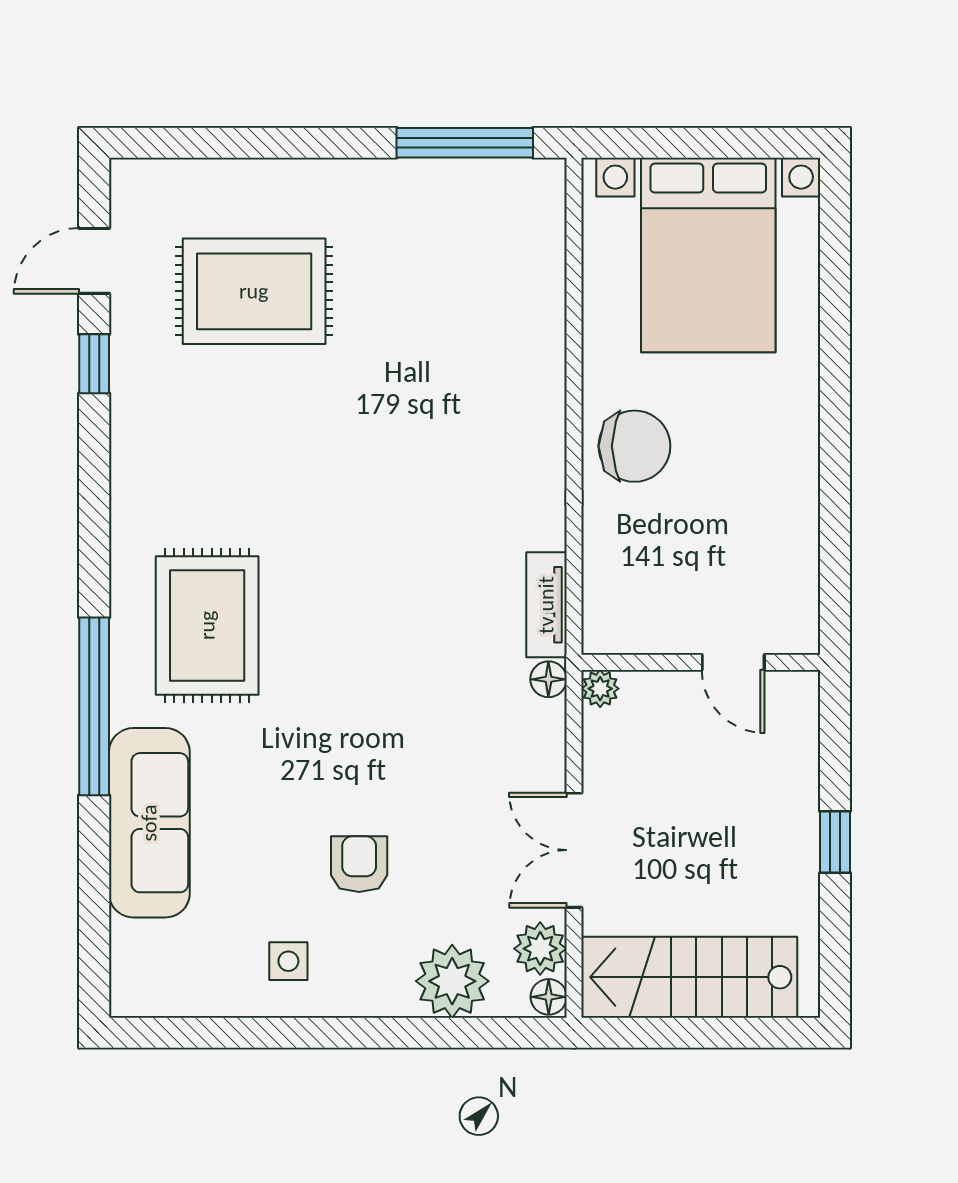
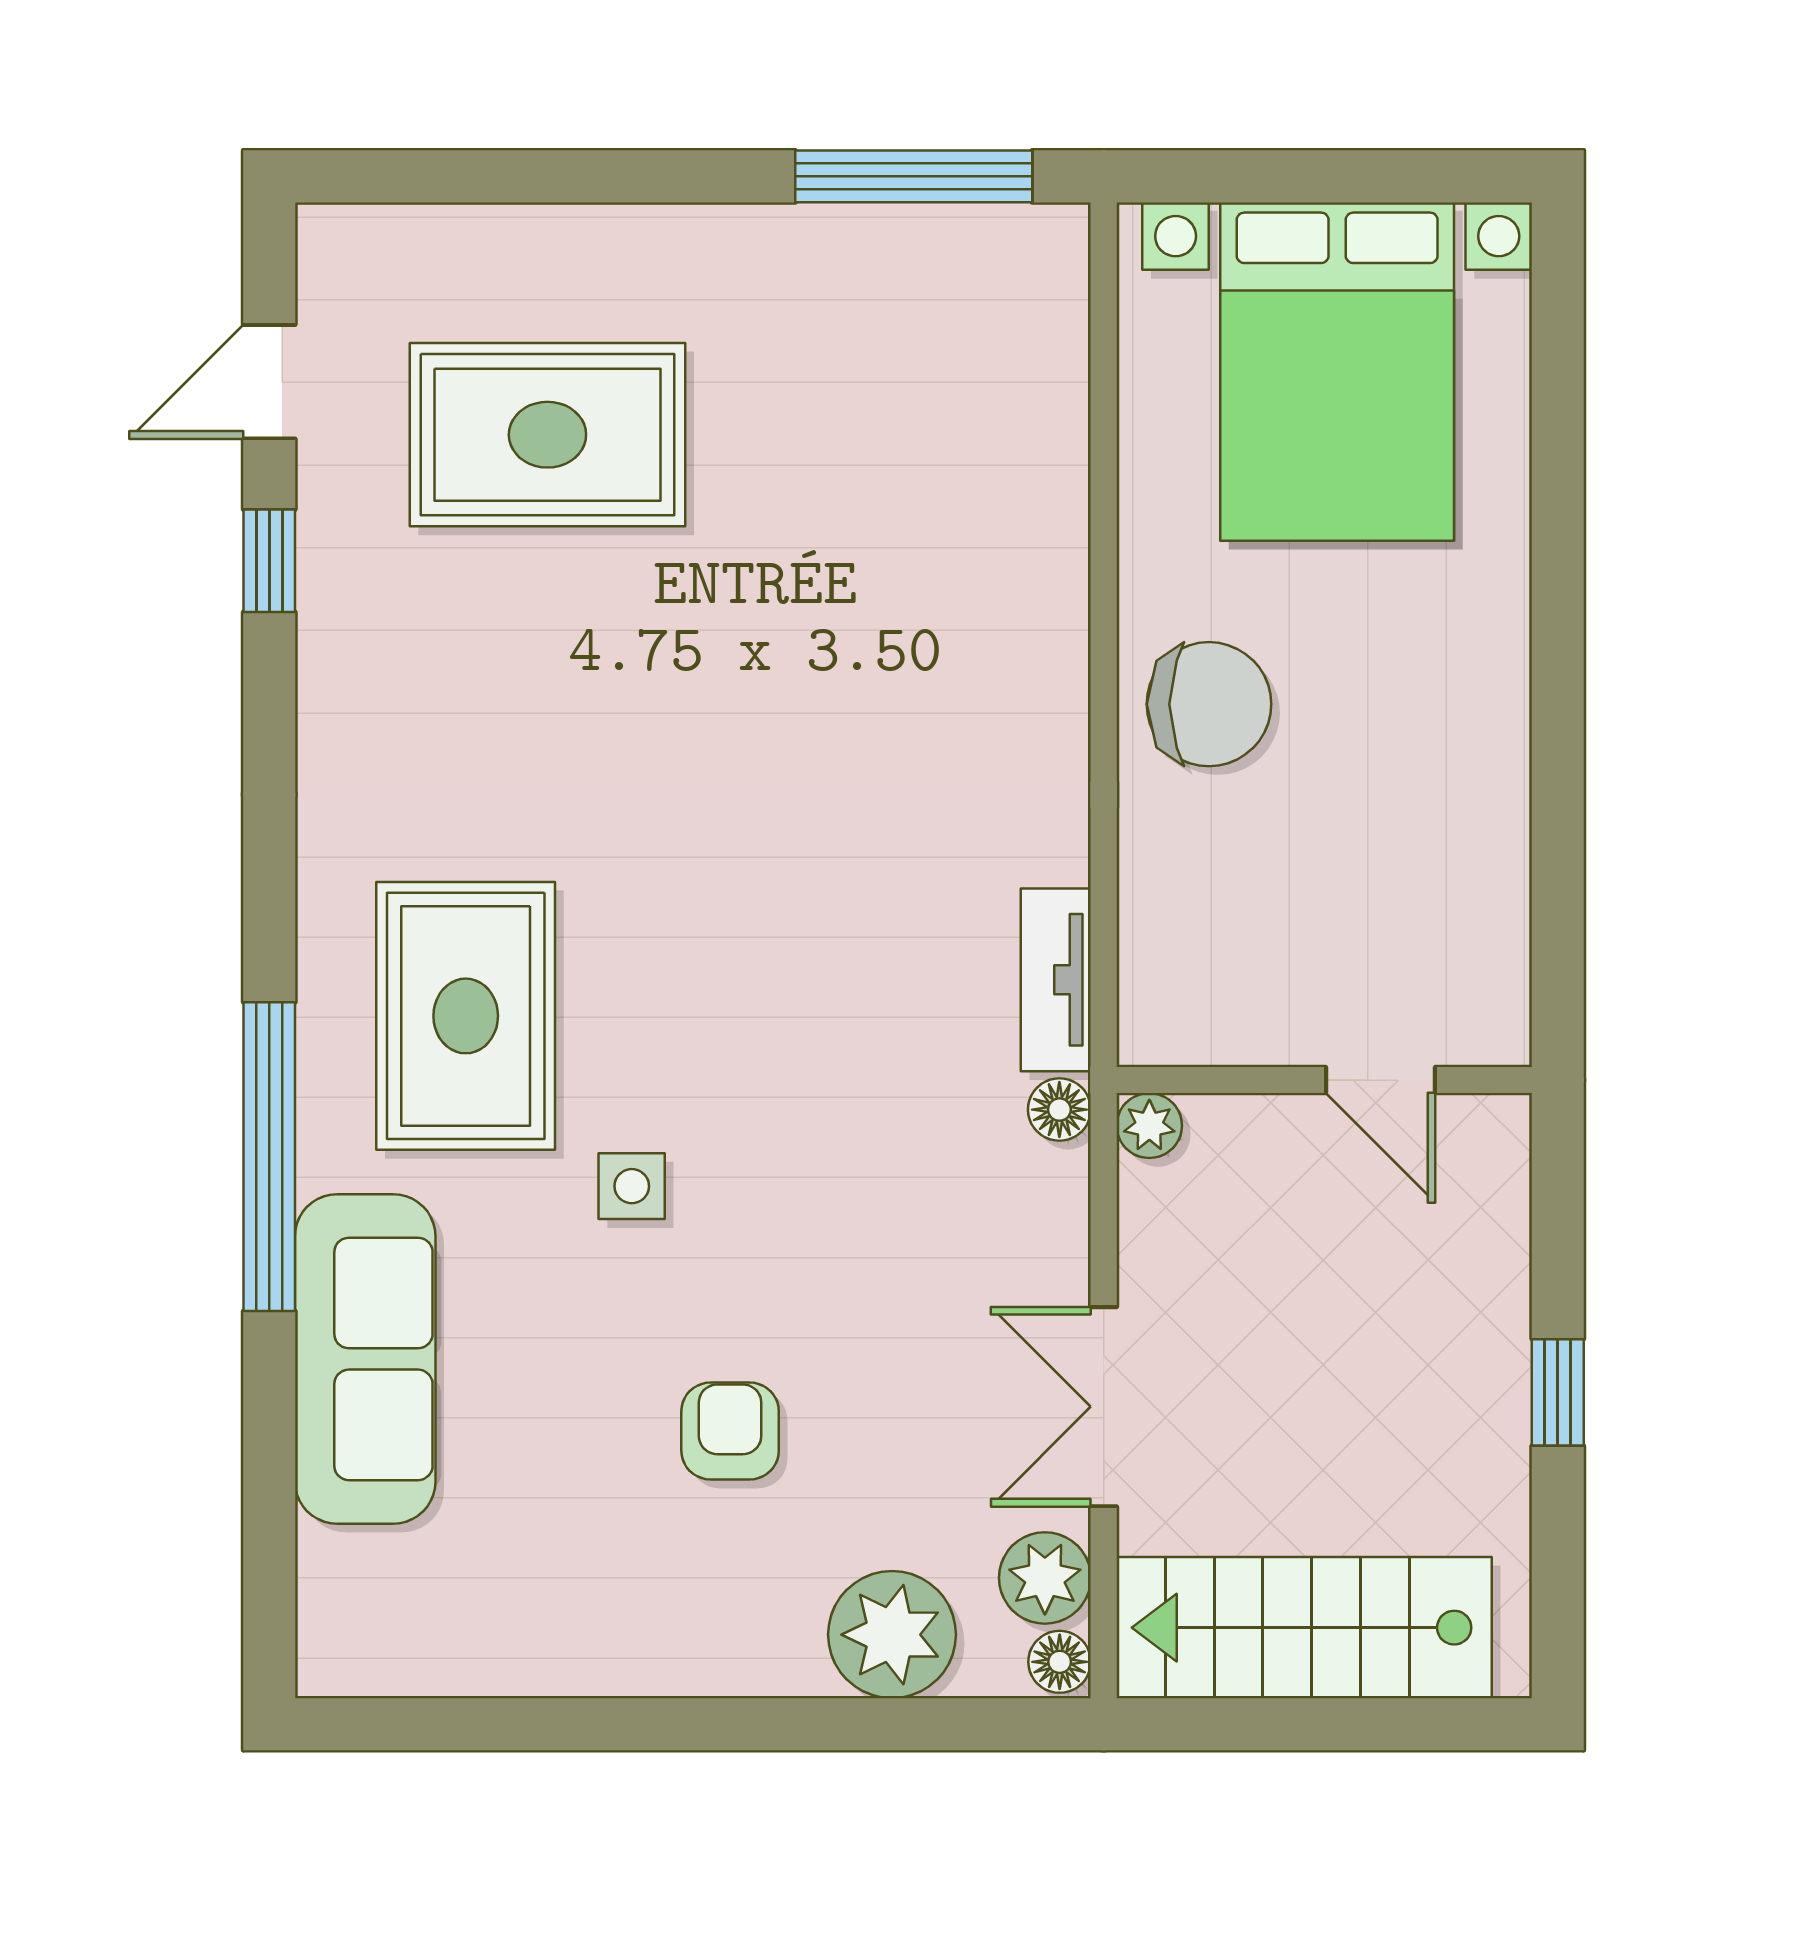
side table: (288, 961) -> (632, 1186), moved

